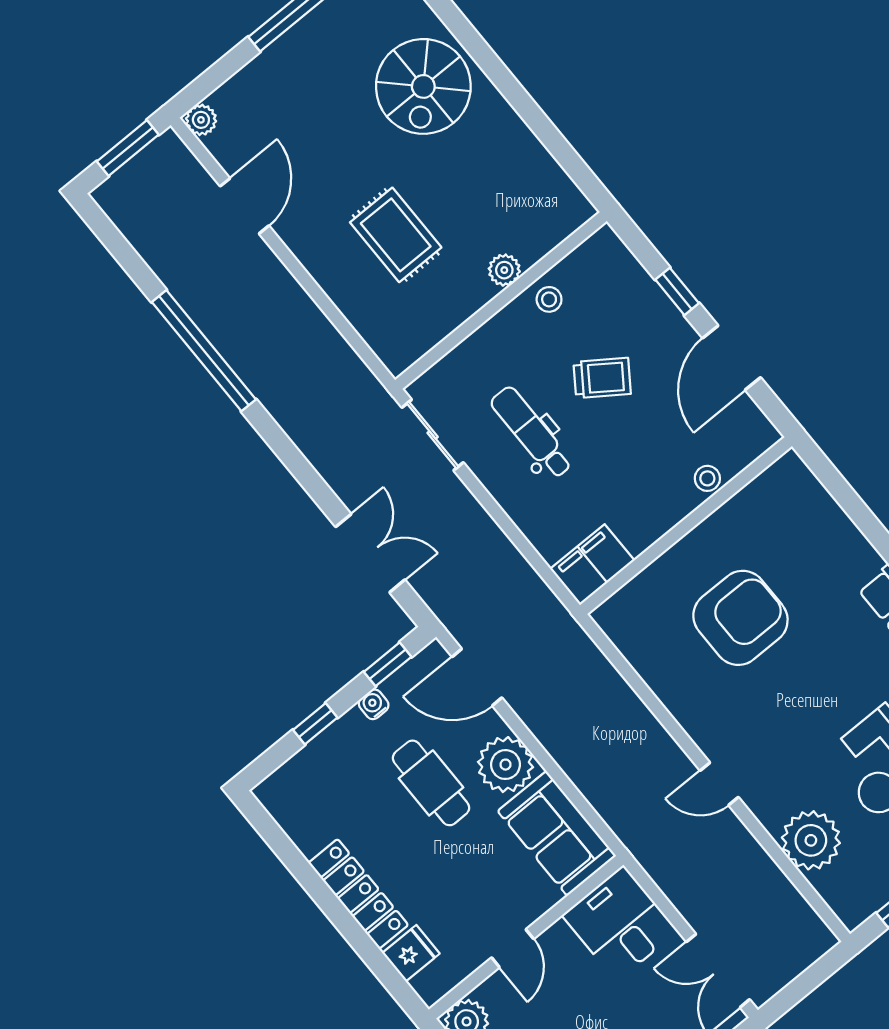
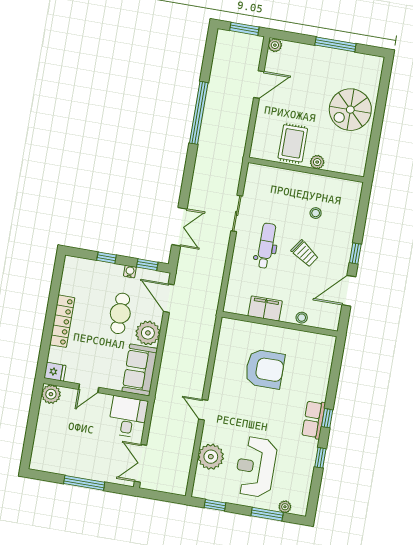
plant: (504, 270) -> (317, 162), moved
wall: (501, 301) -> (306, 170), moved
filing cabinet: (592, 565) -> (265, 308), moved
fridge: (411, 953) -> (55, 372), moved

